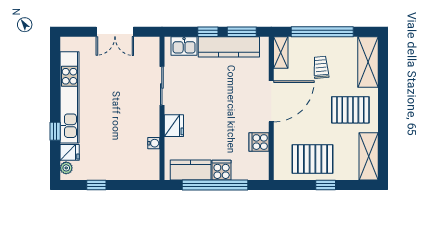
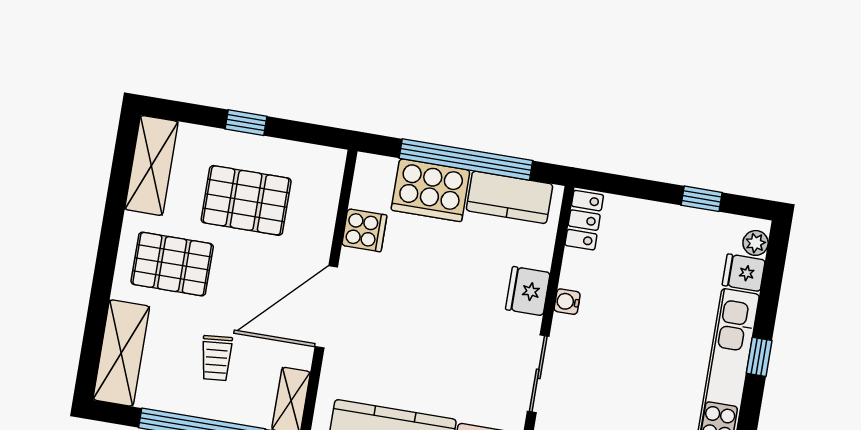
window: (55, 131) -> (759, 357), moved
water cooler: (154, 143) -> (567, 302), moved
pallet: (313, 159) -> (246, 200), moved
locker: (152, 165) -> (584, 220), added
cooker: (222, 170) -> (431, 190), width x1.87, depth x1.31

